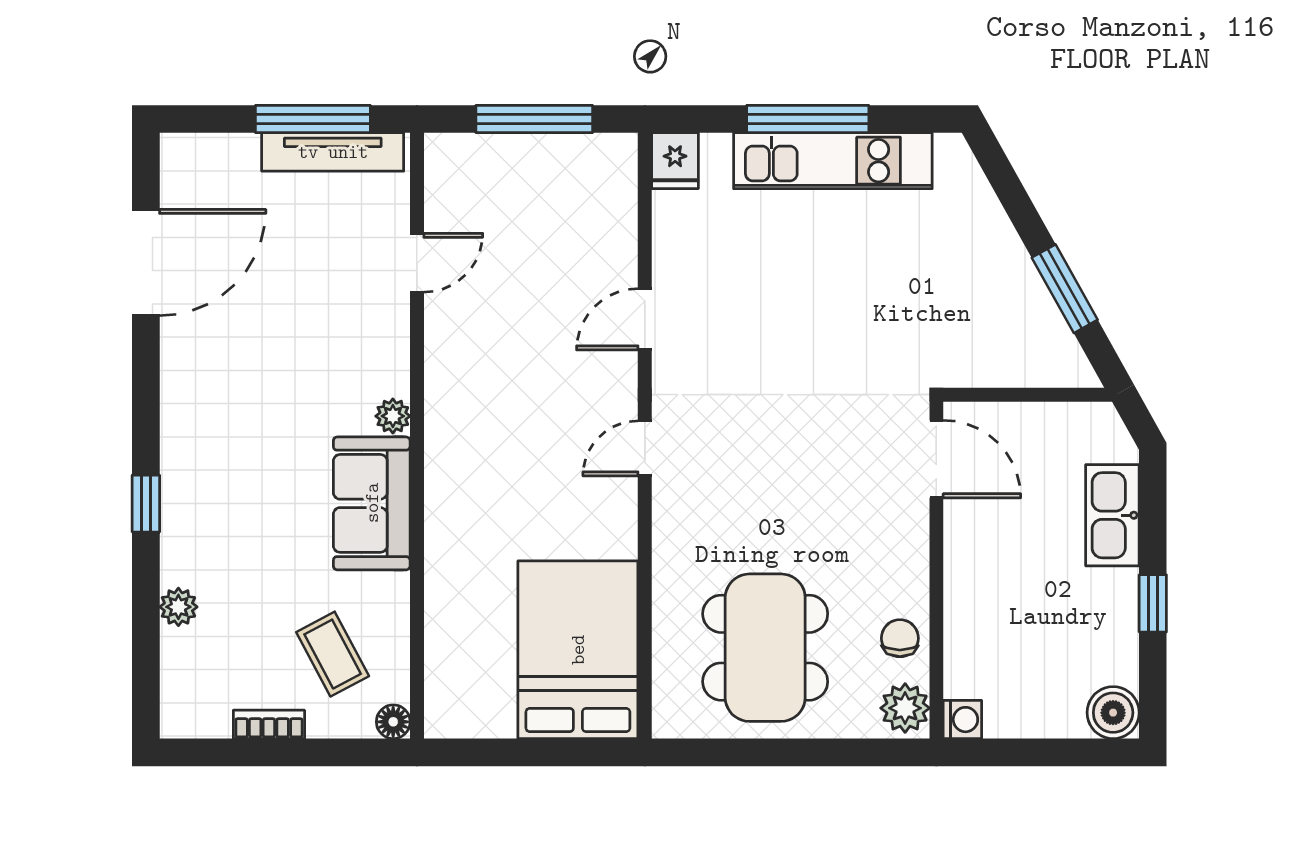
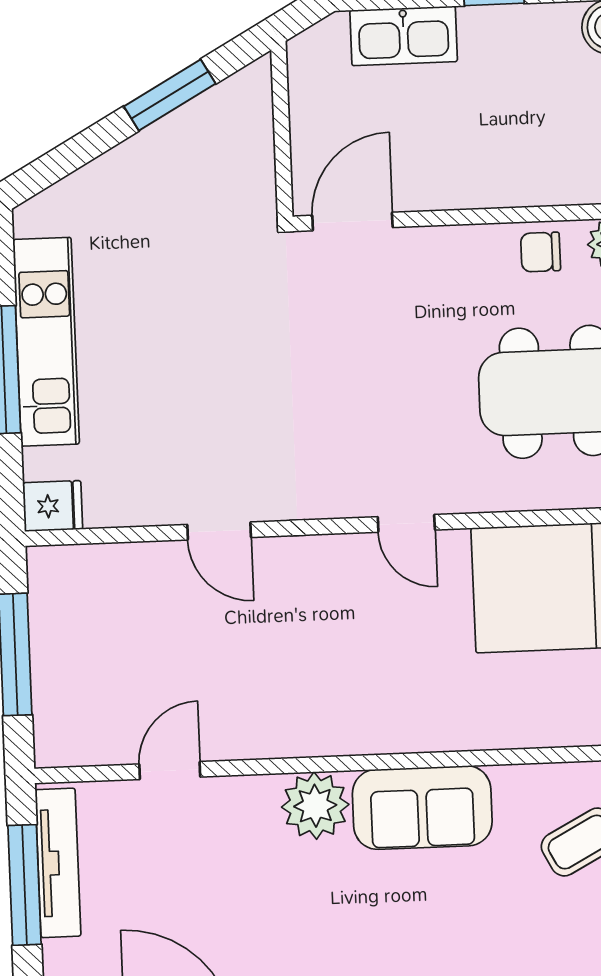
door: (417, 263) -> (170, 771), hinge flipped
plant: (393, 416) -> (315, 806), width x1.88, depth x1.88
door: (645, 448) -> (406, 523), moved

